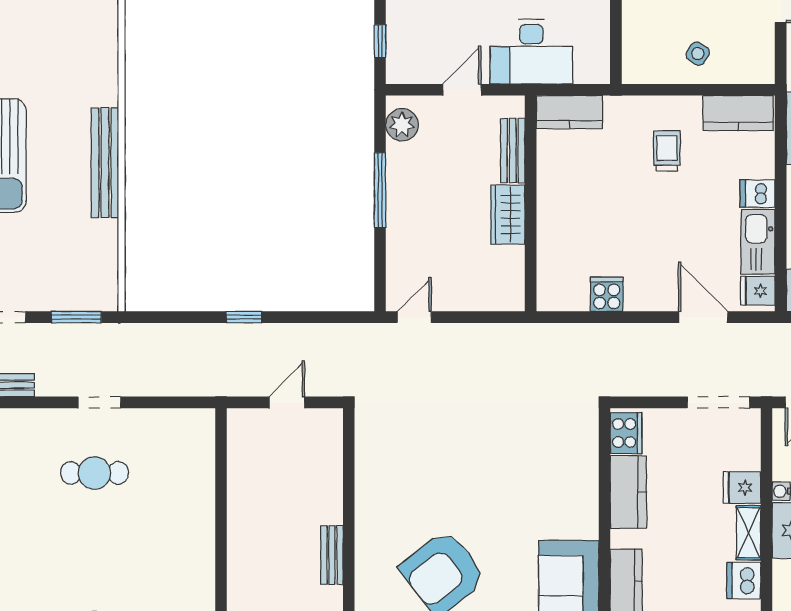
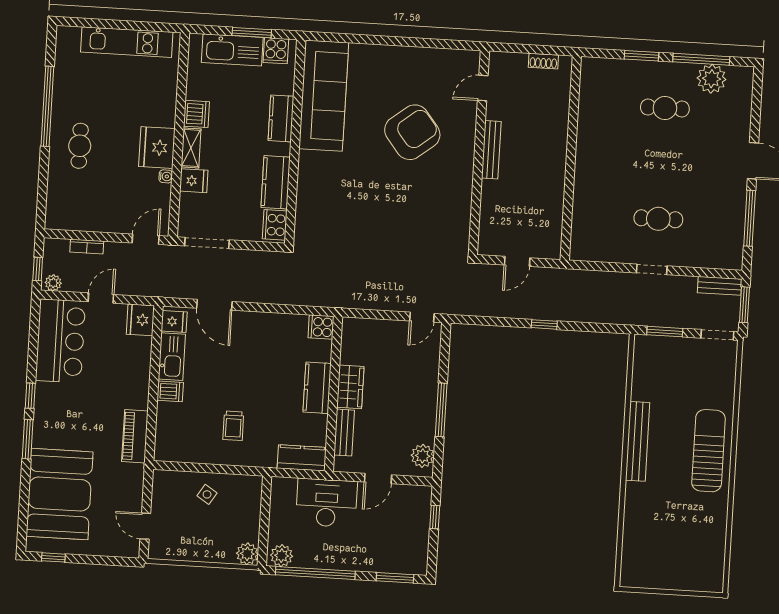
kitchen counter: (738, 113) -> (317, 388), moved, turned -90
cooker: (607, 294) -> (321, 327), moved, turned 90
bench: (332, 555) -> (491, 150), width x1.36

